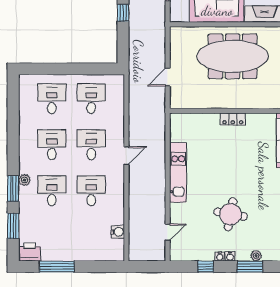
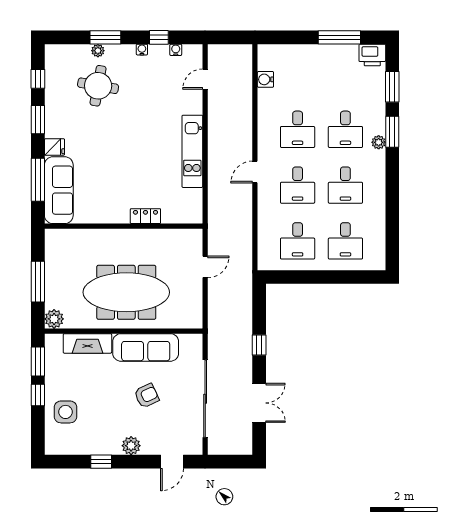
locker: (233, 119) -> (145, 216), moved
round table: (231, 214) -> (98, 86), moved
water cooler: (230, 256) -> (176, 50), moved

